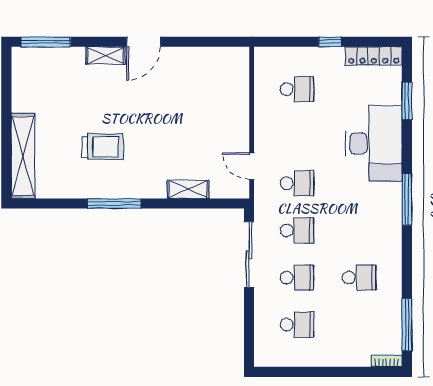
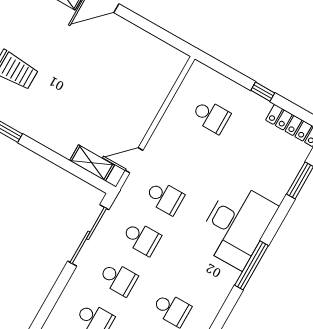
desk: (374, 144) -> (237, 225), moved
door: (252, 166) -> (134, 160), hinge flipped
shelving: (188, 189) -> (92, 163), moved

